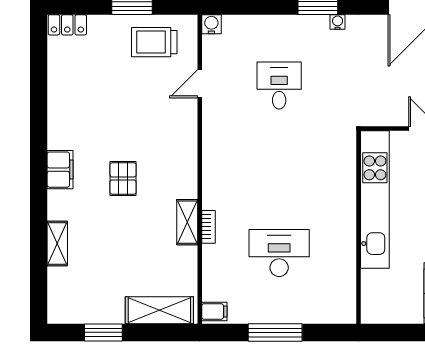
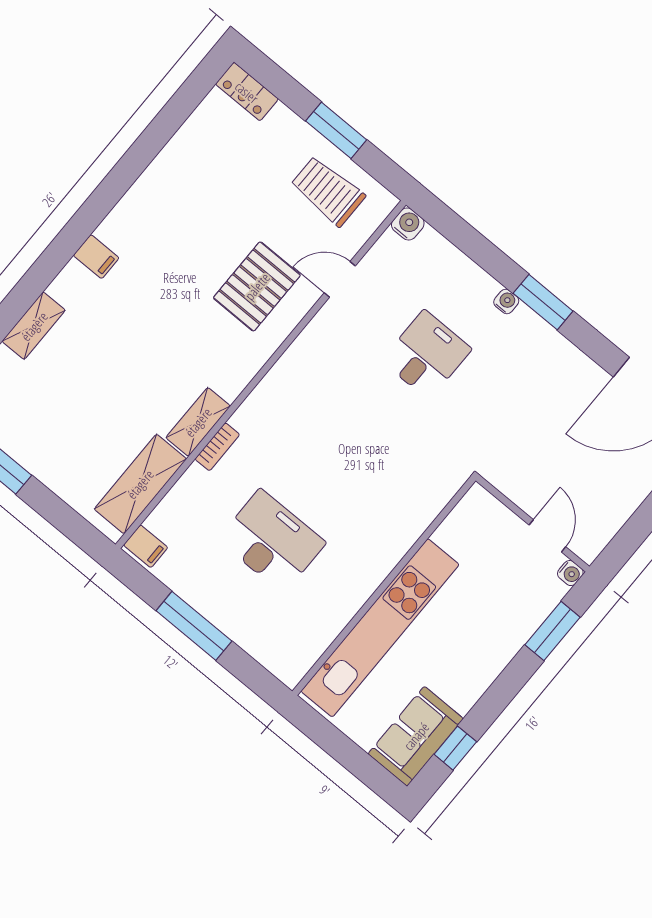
water cooler: (338, 22) -> (506, 301), moved
filing cabinet: (60, 170) -> (96, 257), width x0.50
pallet: (123, 178) -> (257, 286), moved, width x1.50, depth x1.42
kitchen unit: (375, 199) -> (380, 628), moved
shelving: (159, 310) -> (140, 484), moved, turned 90

